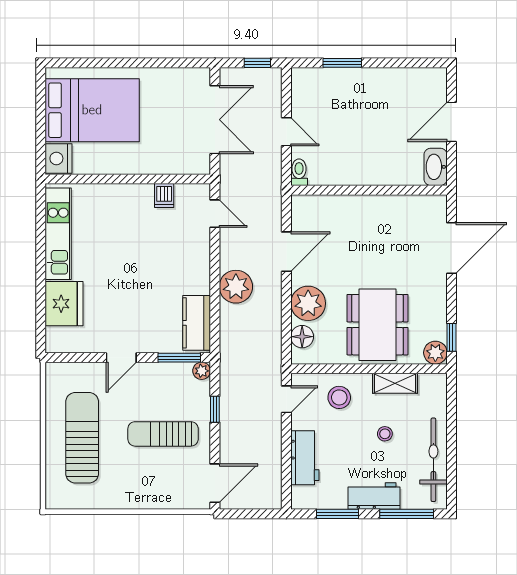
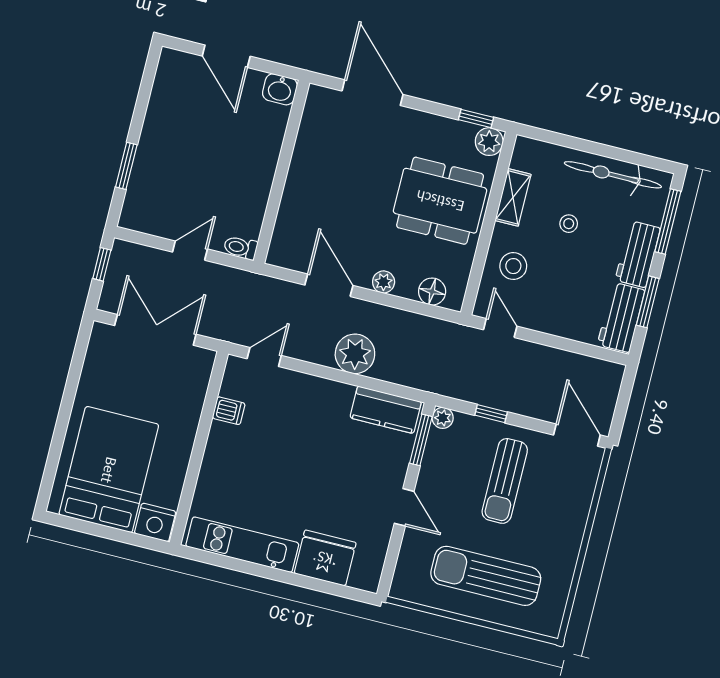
washbasin: (436, 167) -> (280, 89), width x0.72
plant: (308, 303) -> (384, 282), width x0.53, depth x0.53
workbench: (305, 458) -> (621, 317), moved, turned -90

